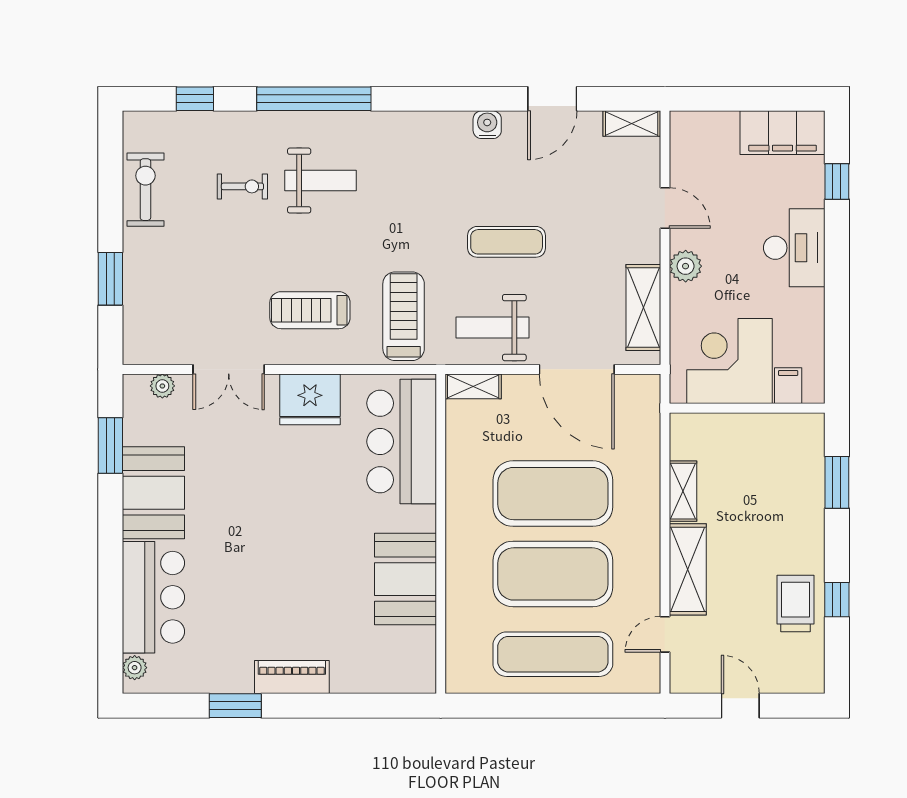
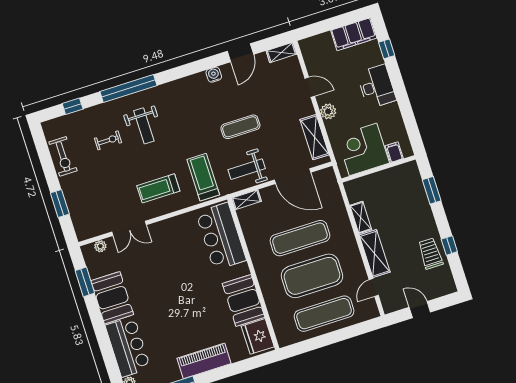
weight bench: (321, 181) -> (144, 126), turned 90
exercise bike: (145, 190) -> (63, 156), turned 180
fridge: (310, 399) -> (258, 336), moved, turned 90
exercise mat: (553, 494) -> (300, 238), width x0.68
piano: (292, 677) -> (204, 361), width x1.37, depth x1.33

